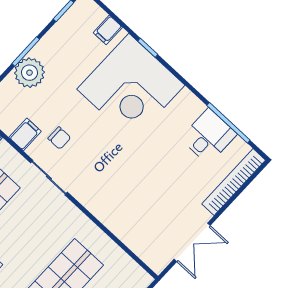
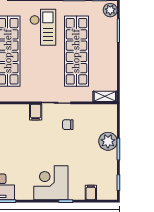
corner desk: (131, 87) -> (51, 183), width x0.74, depth x0.74
filing cabinet: (25, 134) -> (36, 112), moved

